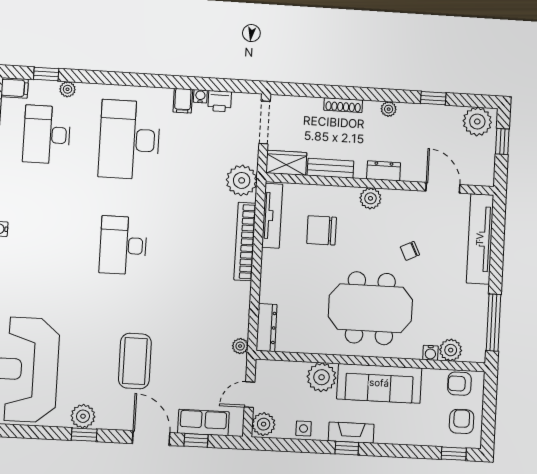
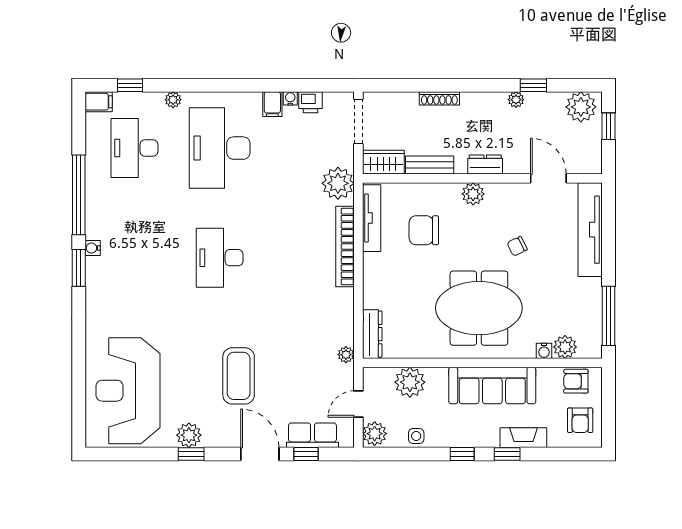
plant: (68, 89) -> (173, 100), moved
plant: (389, 109) -> (516, 100), moved
plant: (322, 377) -> (410, 382), moved
armchair: (462, 421) -> (580, 420), turned 180
fireplace: (351, 433) -> (523, 438), moved
window: (454, 454) -> (507, 454), moved

